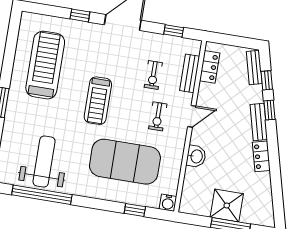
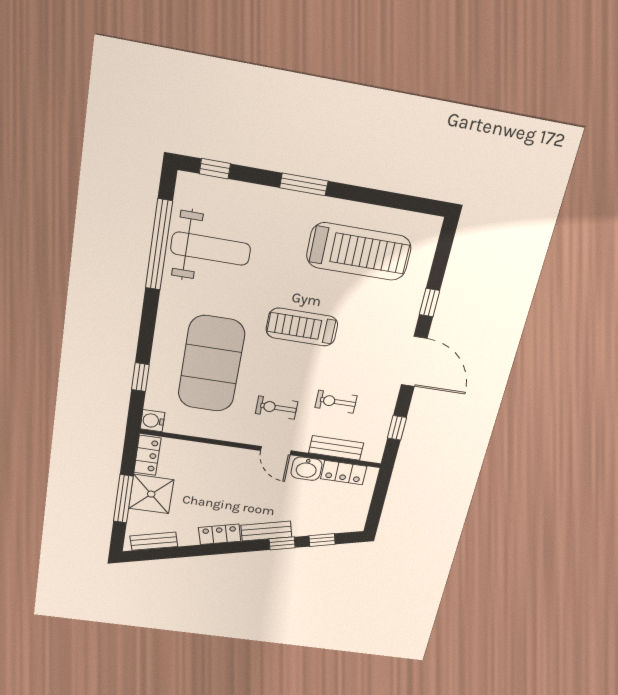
bench: (254, 67) -> (154, 541), moved
washbasin: (196, 156) -> (307, 469), moved
locker: (195, 207) -> (147, 455), added

